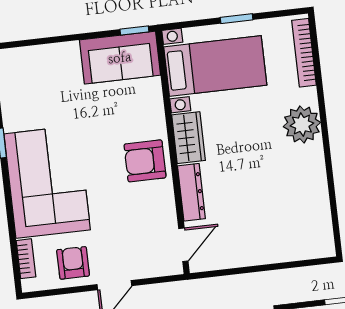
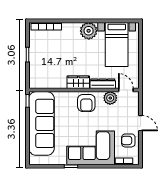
sofa: (120, 58) -> (41, 123), width x1.85, depth x1.27
bed with nightstands: (215, 66) -> (117, 44), moved, turned 180
plant: (302, 125) -> (89, 31), moved
plant: (162, 212) -> (110, 98), added

